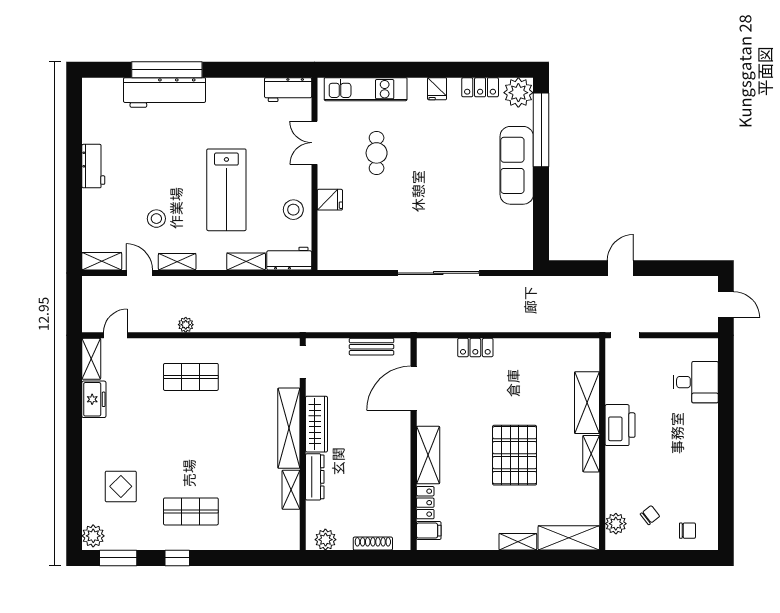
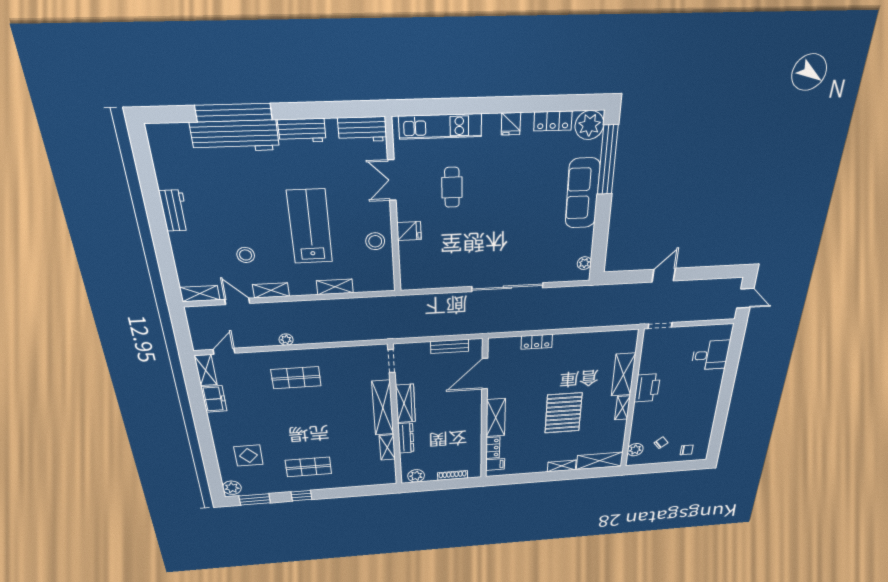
lab bench: (226, 190) -> (310, 227), turned 180
plant: (525, 248) -> (584, 263), added
workbench: (289, 259) -> (302, 131), moved, turned 180

